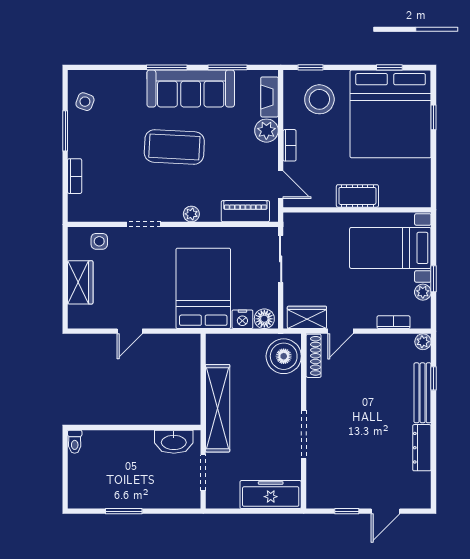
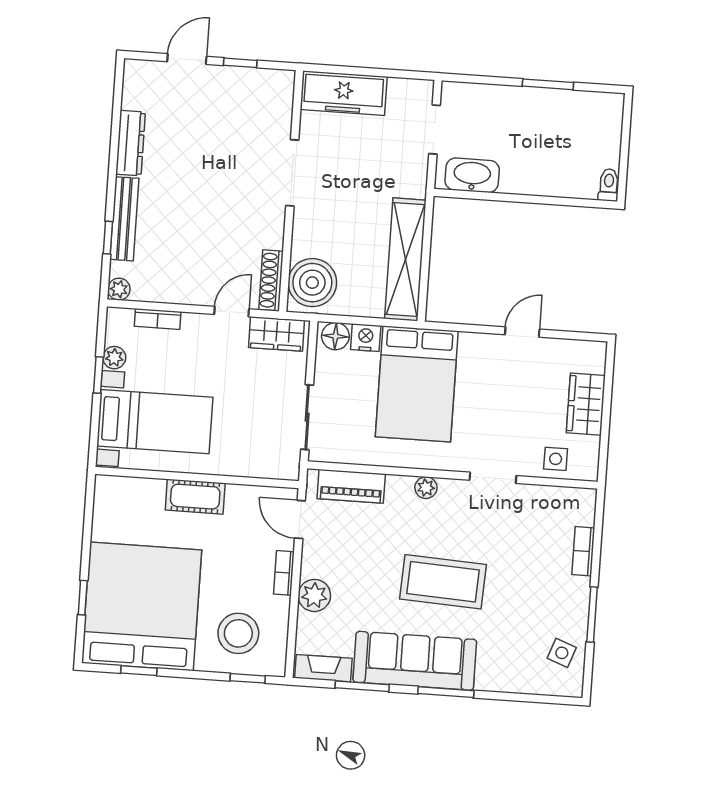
fireplace: (270, 97) -> (323, 668), moved, turned -90
shelving: (218, 408) -> (405, 259), moved

